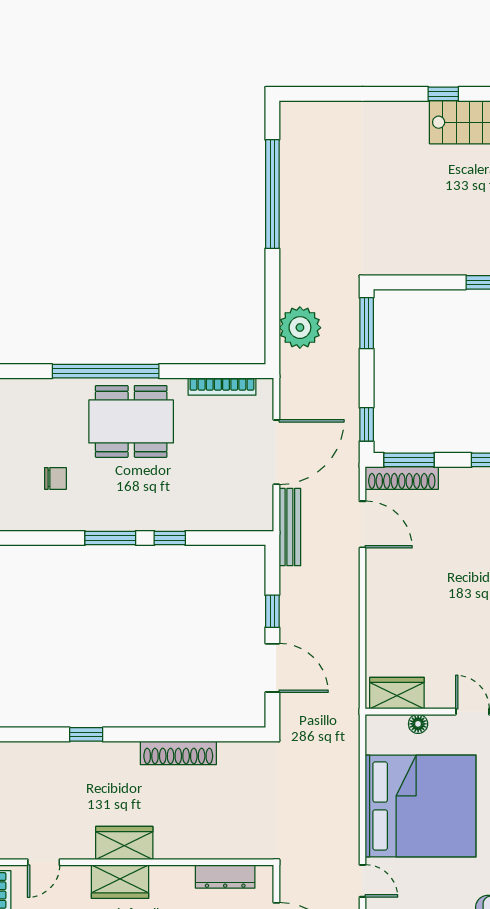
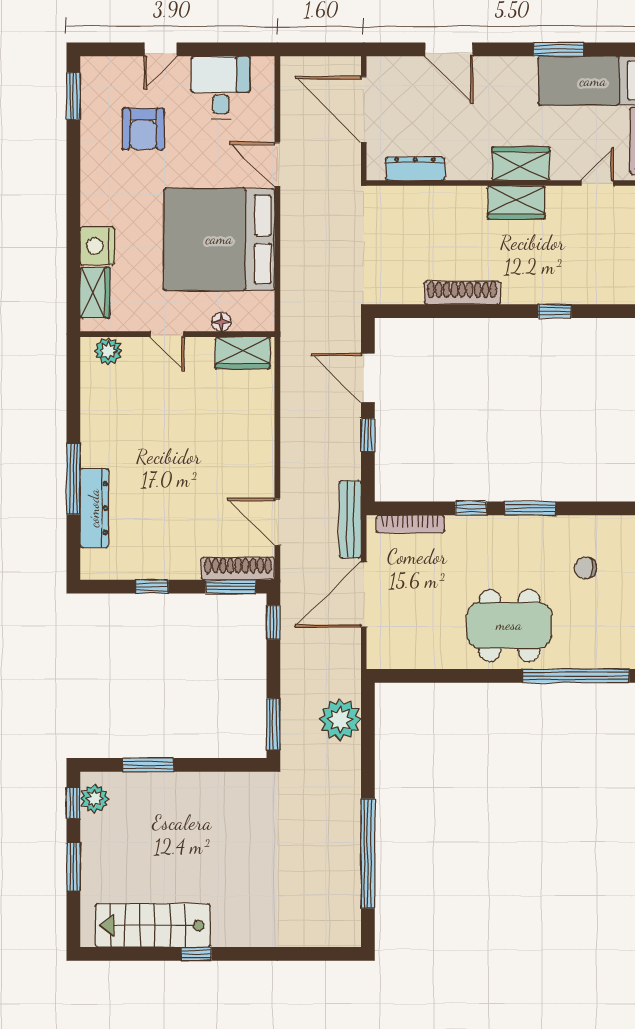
window: (106, 371) -> (576, 676), moved
bookcase: (222, 387) -> (410, 524), moved, turned 180
door: (362, 881) -> (277, 164), width x1.38

